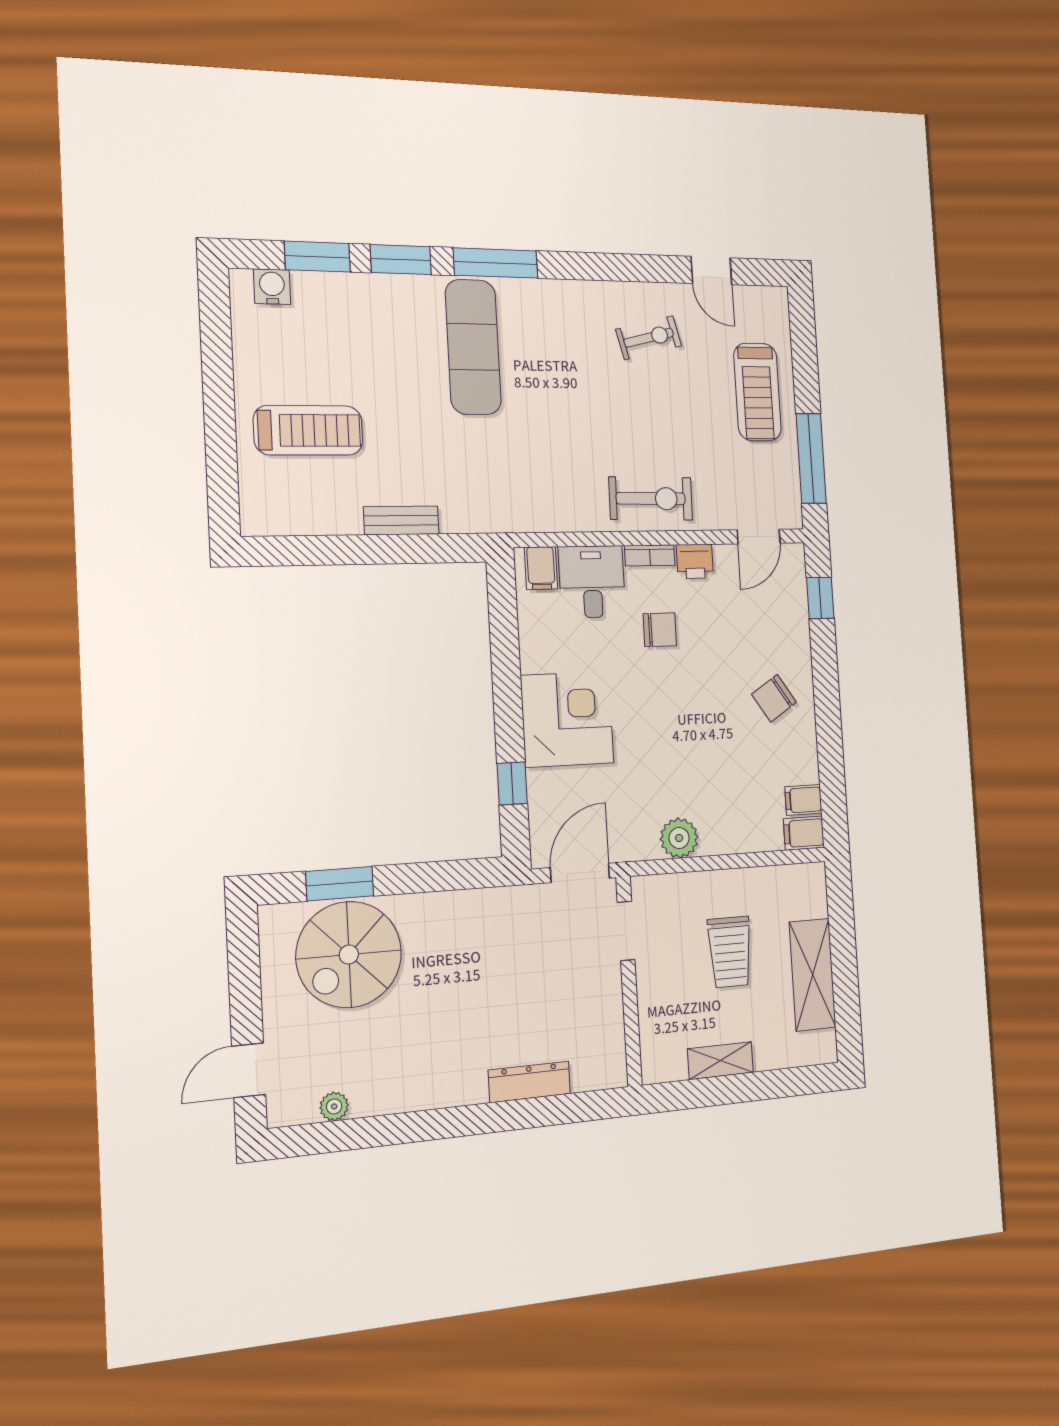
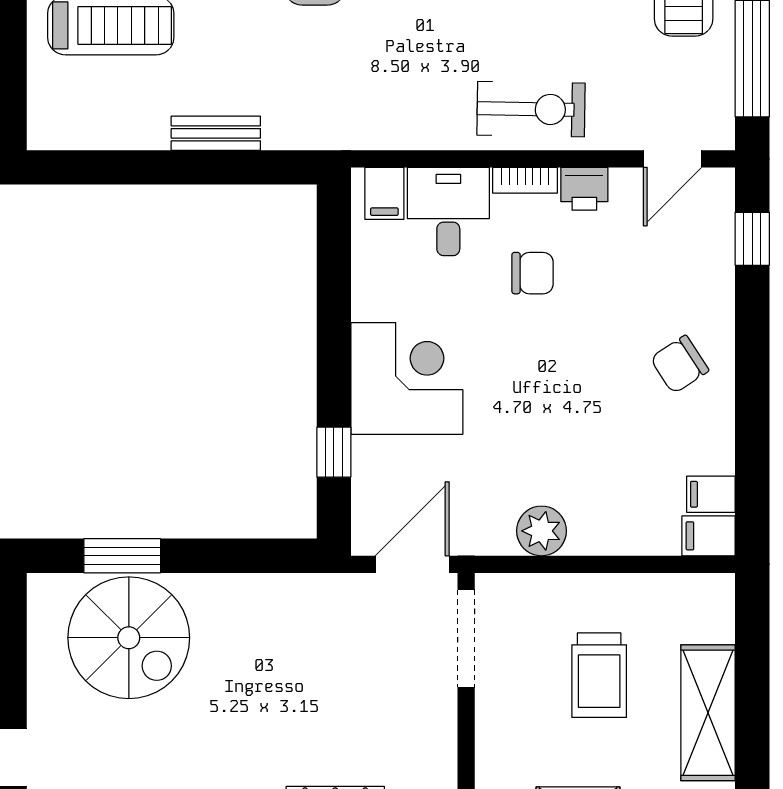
doorway: (626, 931) -> (466, 638), width x1.38
spiral stairs: (349, 955) -> (129, 638), turned -90

